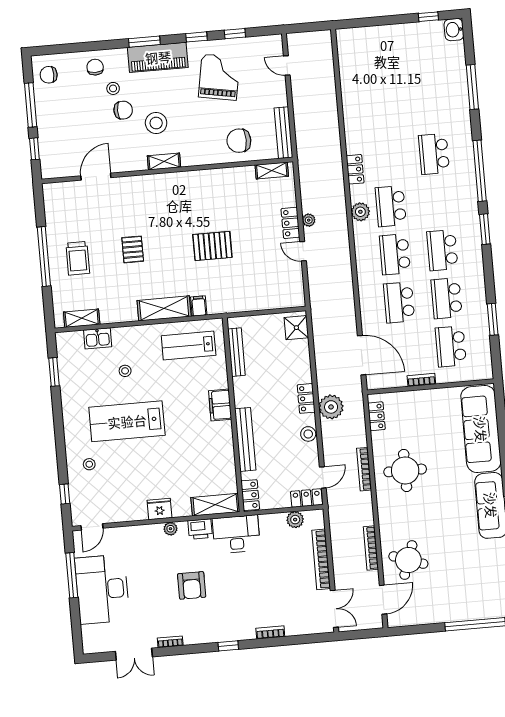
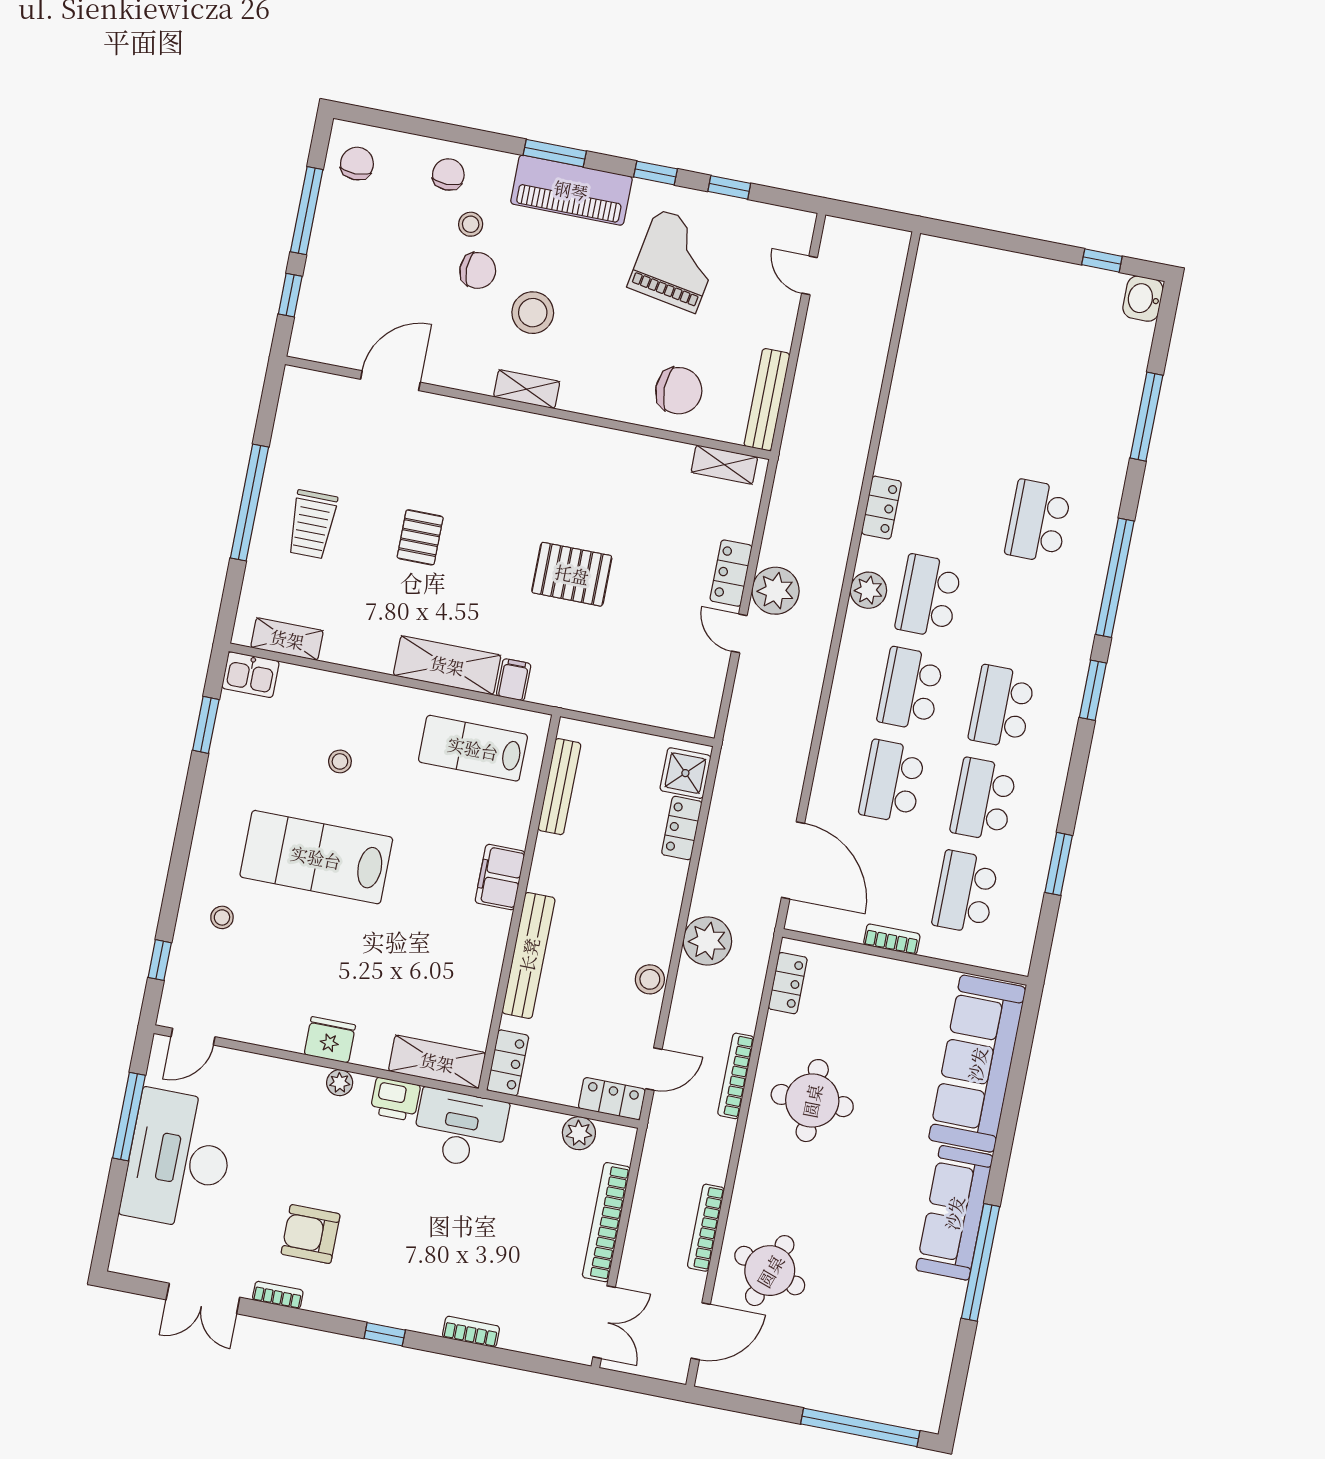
chair: (49, 75) -> (357, 164), turned 91
chair: (239, 141) -> (679, 391), turned 180
plant: (309, 220) -> (776, 591), width x1.88, depth x1.88
kitchen sink: (98, 338) -> (250, 675), moved
locker: (306, 398) -> (682, 828), moved
armchair: (192, 585) -> (311, 1234), moved, turned 90

